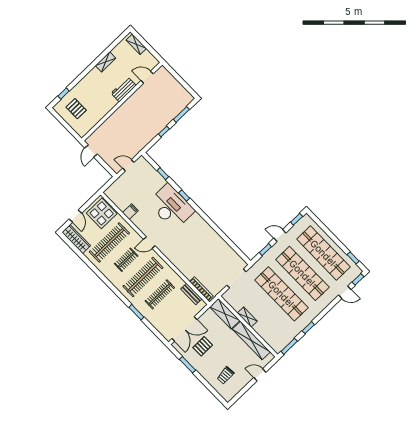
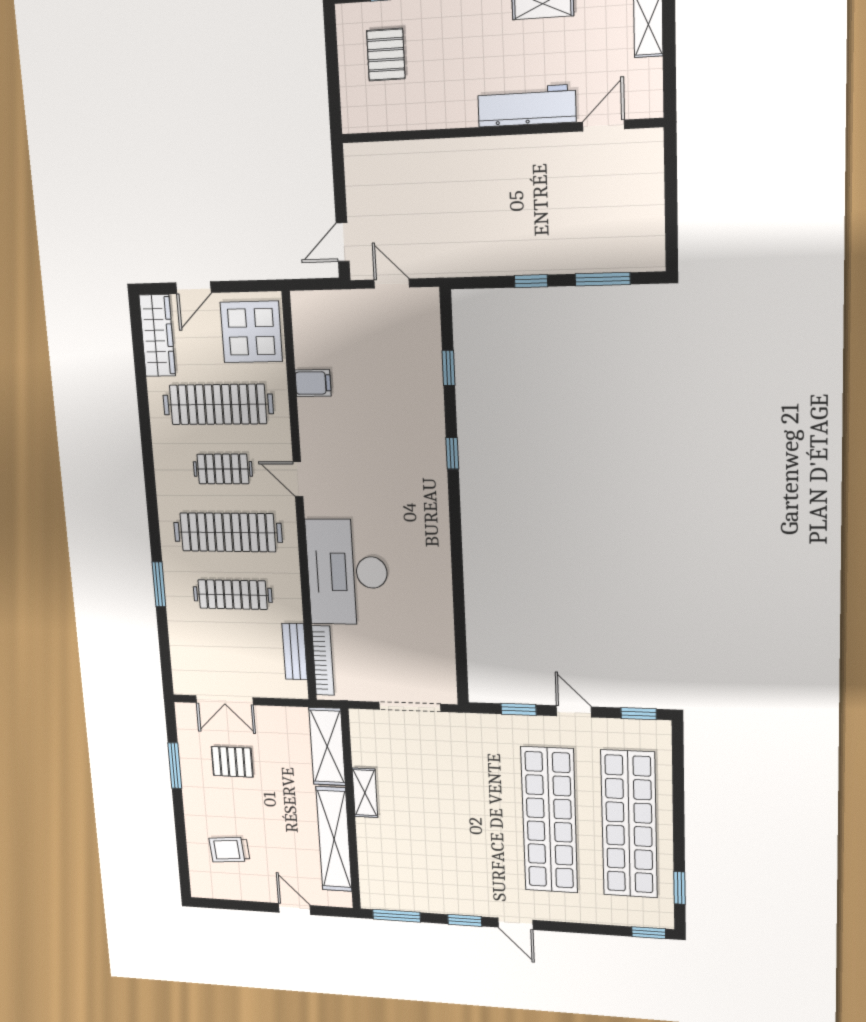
door: (147, 77) -> (604, 125), hinge flipped
workbench: (124, 89) -> (527, 106), width x1.38
door: (91, 151) -> (343, 242), moved
desk: (171, 207) -> (347, 572), moved, turned 180
door: (345, 292) -> (515, 924), moved
shop shelf: (281, 294) -> (471, 816), removed
double door: (184, 329) -> (224, 700), width x0.73

